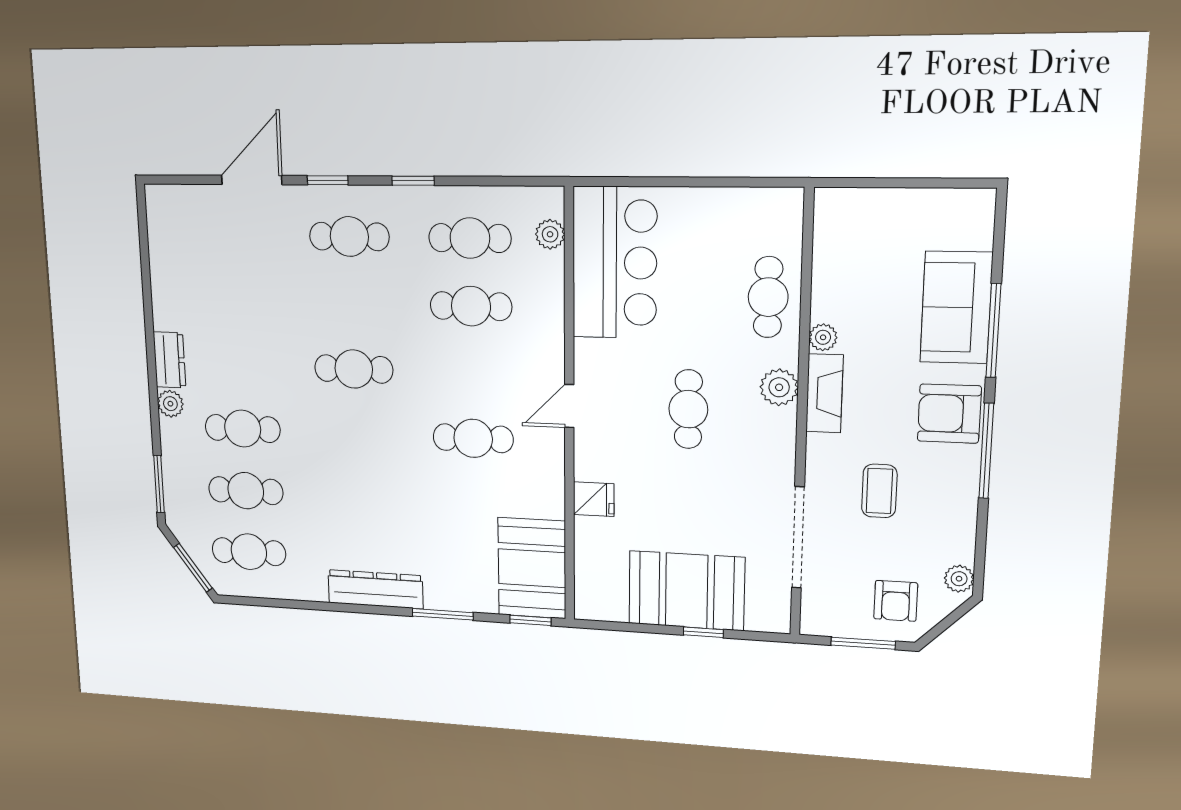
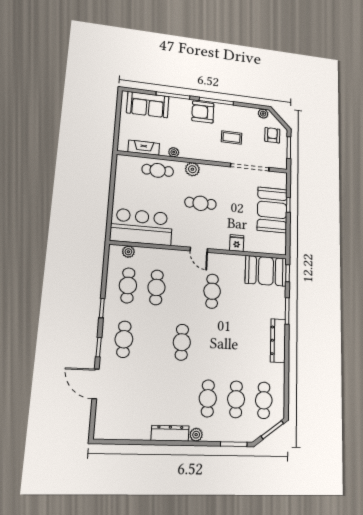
sofa: (956, 308) -> (148, 105), moved
dresser: (169, 360) -> (170, 433), width x1.44
fireplace: (824, 393) -> (144, 148), moved
armchair: (949, 414) -> (203, 112), turned 90
armchair: (896, 601) -> (272, 135), turned -90

